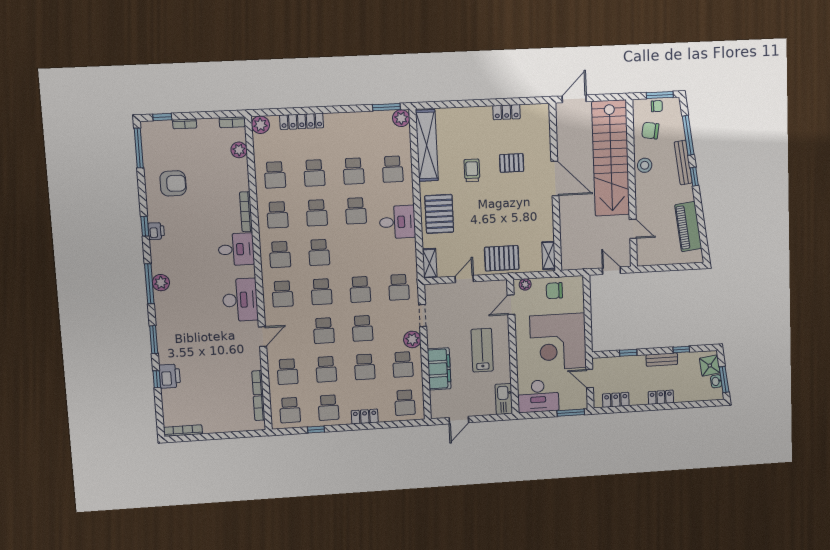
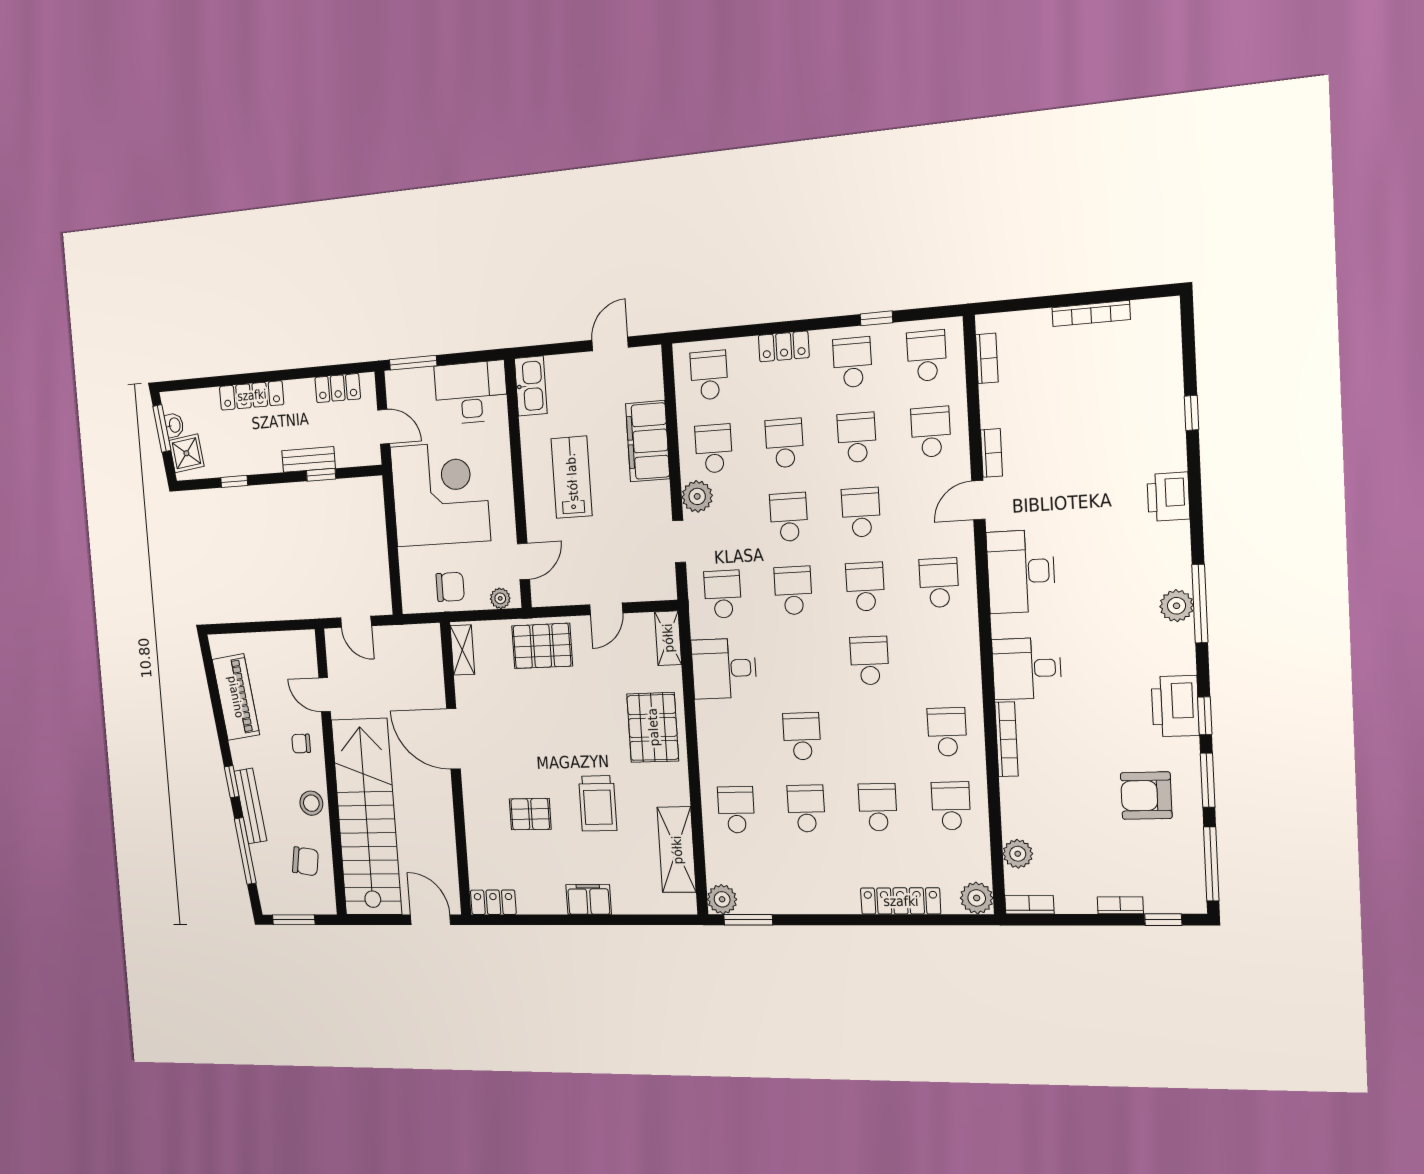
door: (574, 99) -> (430, 920), swing flipped
chair: (657, 106) -> (301, 744), moved
locker: (507, 112) -> (493, 902), moved
filing cabinet: (479, 115) -> (589, 900), added
shelving: (427, 145) -> (677, 850), width x0.68
trolley: (472, 170) -> (598, 803), width x1.36, depth x1.39
door: (555, 178) -> (453, 739), moved
school desk: (317, 213) -> (874, 734), removed
desk: (397, 222) -> (724, 668), moved
printer: (156, 231) -> (1175, 706), width x1.87, depth x1.48
school desk: (280, 255) -> (943, 658), removed
window: (154, 340) -> (1208, 780), moved
lab bench: (482, 350) -> (572, 477), turned 180
bench: (662, 360) -> (309, 459), moved
printer: (170, 376) -> (1168, 497), moved
bookcase: (258, 383) -> (992, 453), moved
locker: (661, 397) -> (252, 395), width x1.53
bookcase: (183, 431) -> (1091, 314), moved

